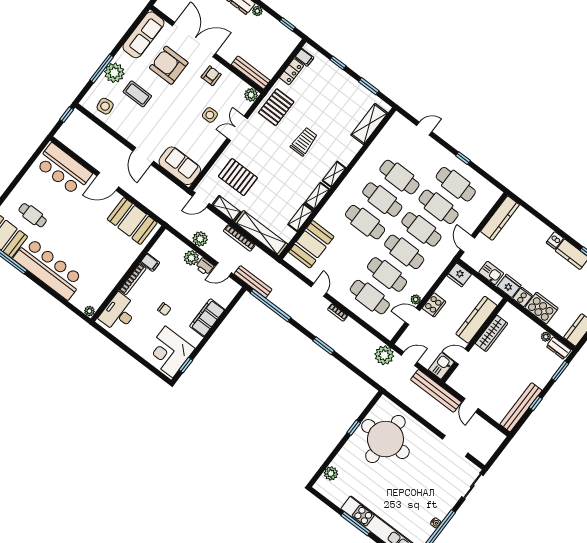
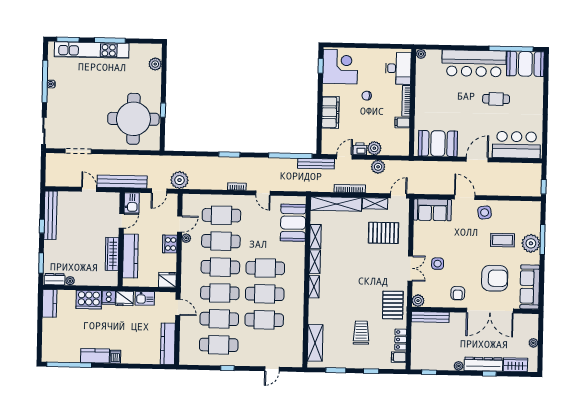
side table: (105, 106) -> (485, 212), moved
trolley: (304, 142) -> (361, 333), moved, turned 180
cafe table: (33, 215) -> (496, 99), moved

